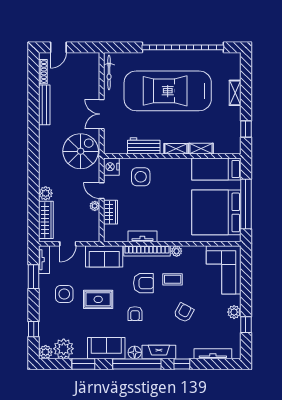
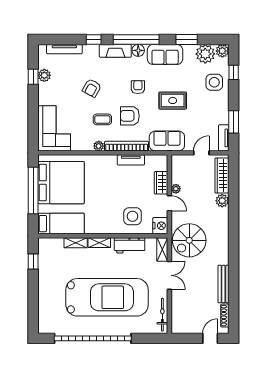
shelving: (235, 93) -> (162, 249), moved
side table: (64, 294) -> (214, 82), moved
plant: (234, 312) -> (44, 75), moved

